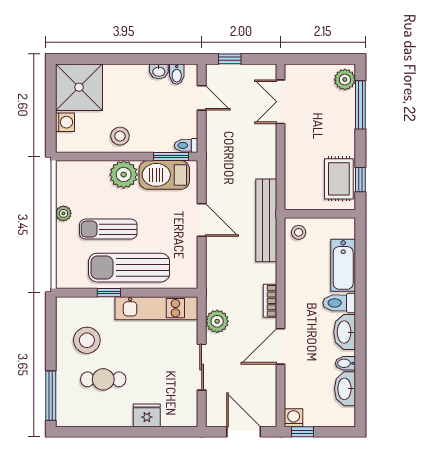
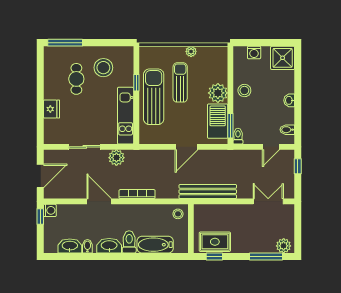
washbasin: (159, 71) -> (289, 100), moved
shower: (79, 87) -> (283, 58), width x0.73, depth x0.73
bench: (266, 220) -> (208, 192), moved
bookcase: (270, 301) -> (137, 194), width x1.56

